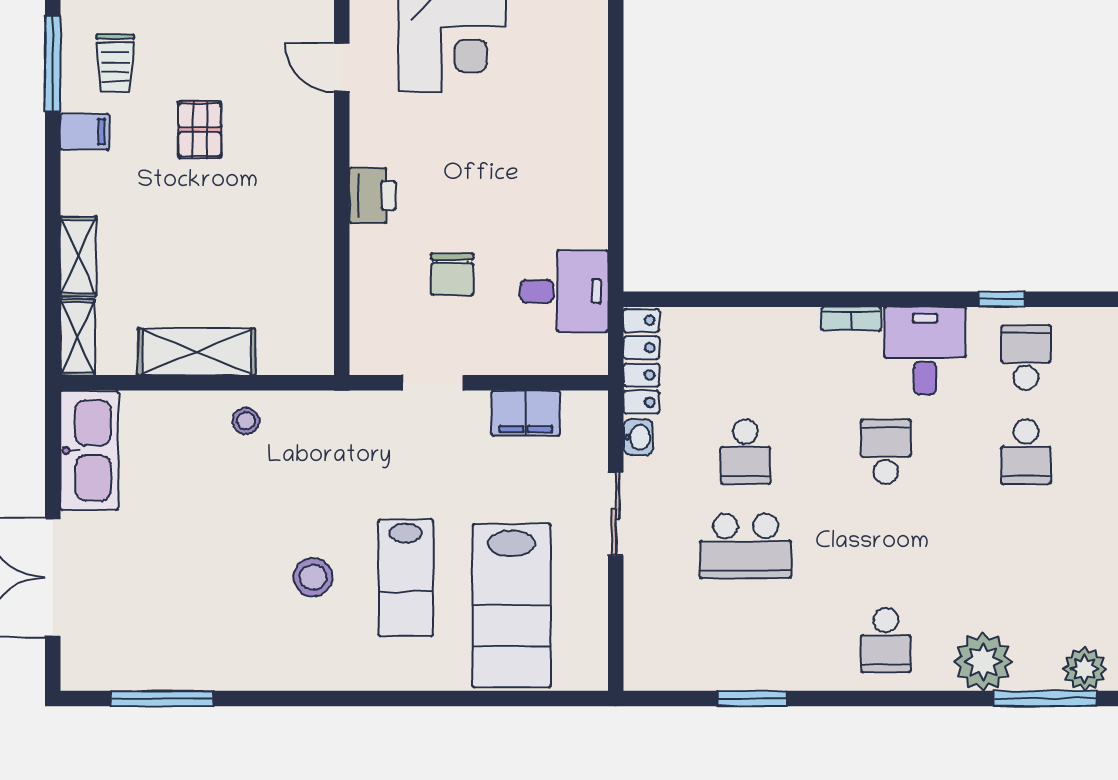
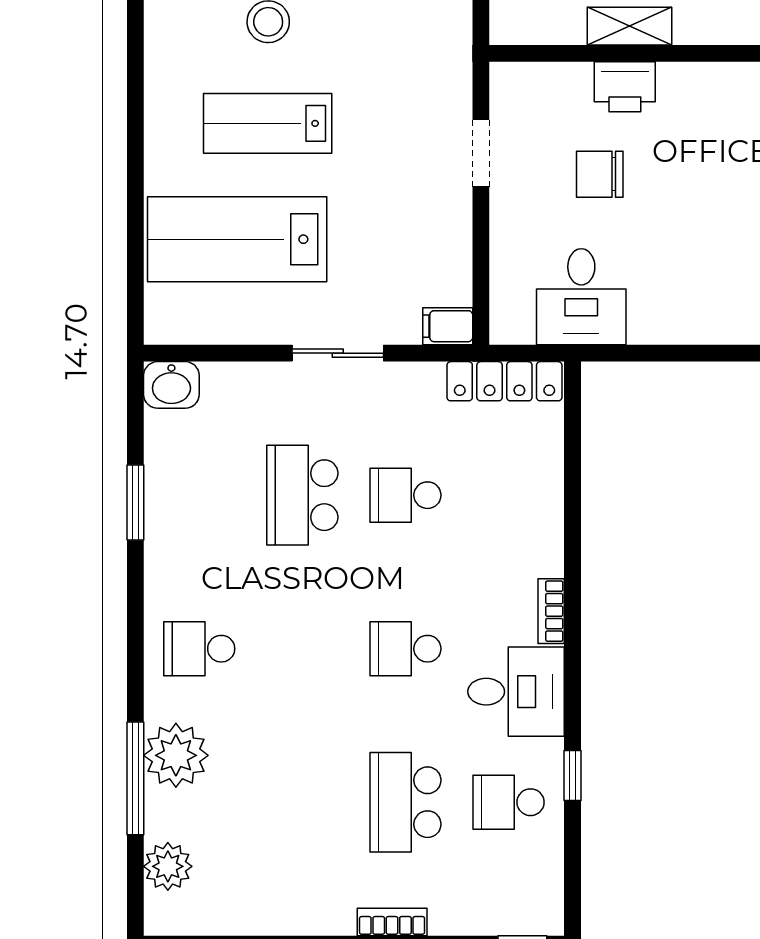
printer: (372, 195) -> (625, 87), moved
shelving: (317, 247) -> (630, 26), added
school desk: (1026, 358) -> (509, 802), turned 180
filing cabinet: (526, 413) -> (448, 326), moved, width x0.50
washbasin: (638, 437) -> (171, 385), moved, width x1.38, depth x1.45
school desk: (886, 452) -> (405, 649), turned 180
school desk: (1026, 452) -> (405, 802), width x1.85
window: (1045, 699) -> (135, 778), moved

